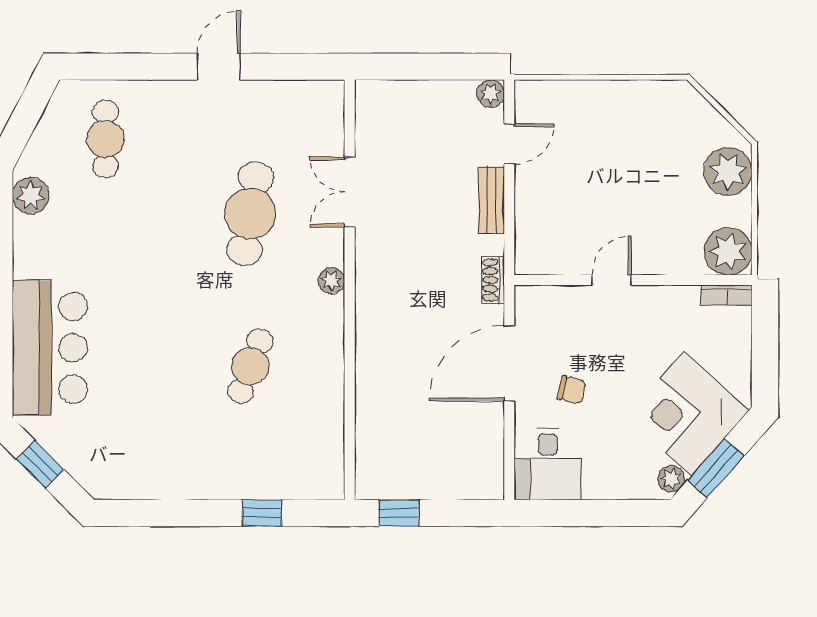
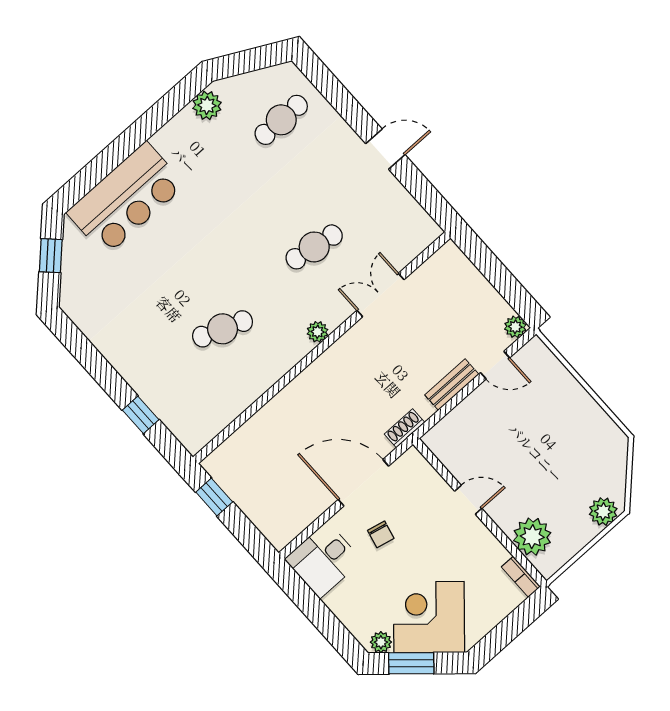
plant: (728, 171) -> (603, 512), width x0.73, depth x0.73
cafe table: (250, 214) -> (314, 247), width x0.73, depth x0.74
plant: (728, 251) -> (532, 537), moved

